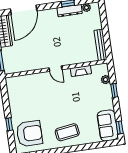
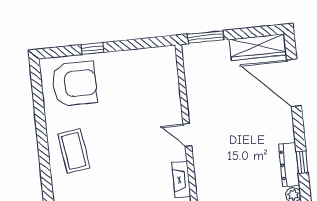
door: (55, 69) -> (187, 135), hinge flipped
armchair: (29, 134) -> (74, 84), turned -90

